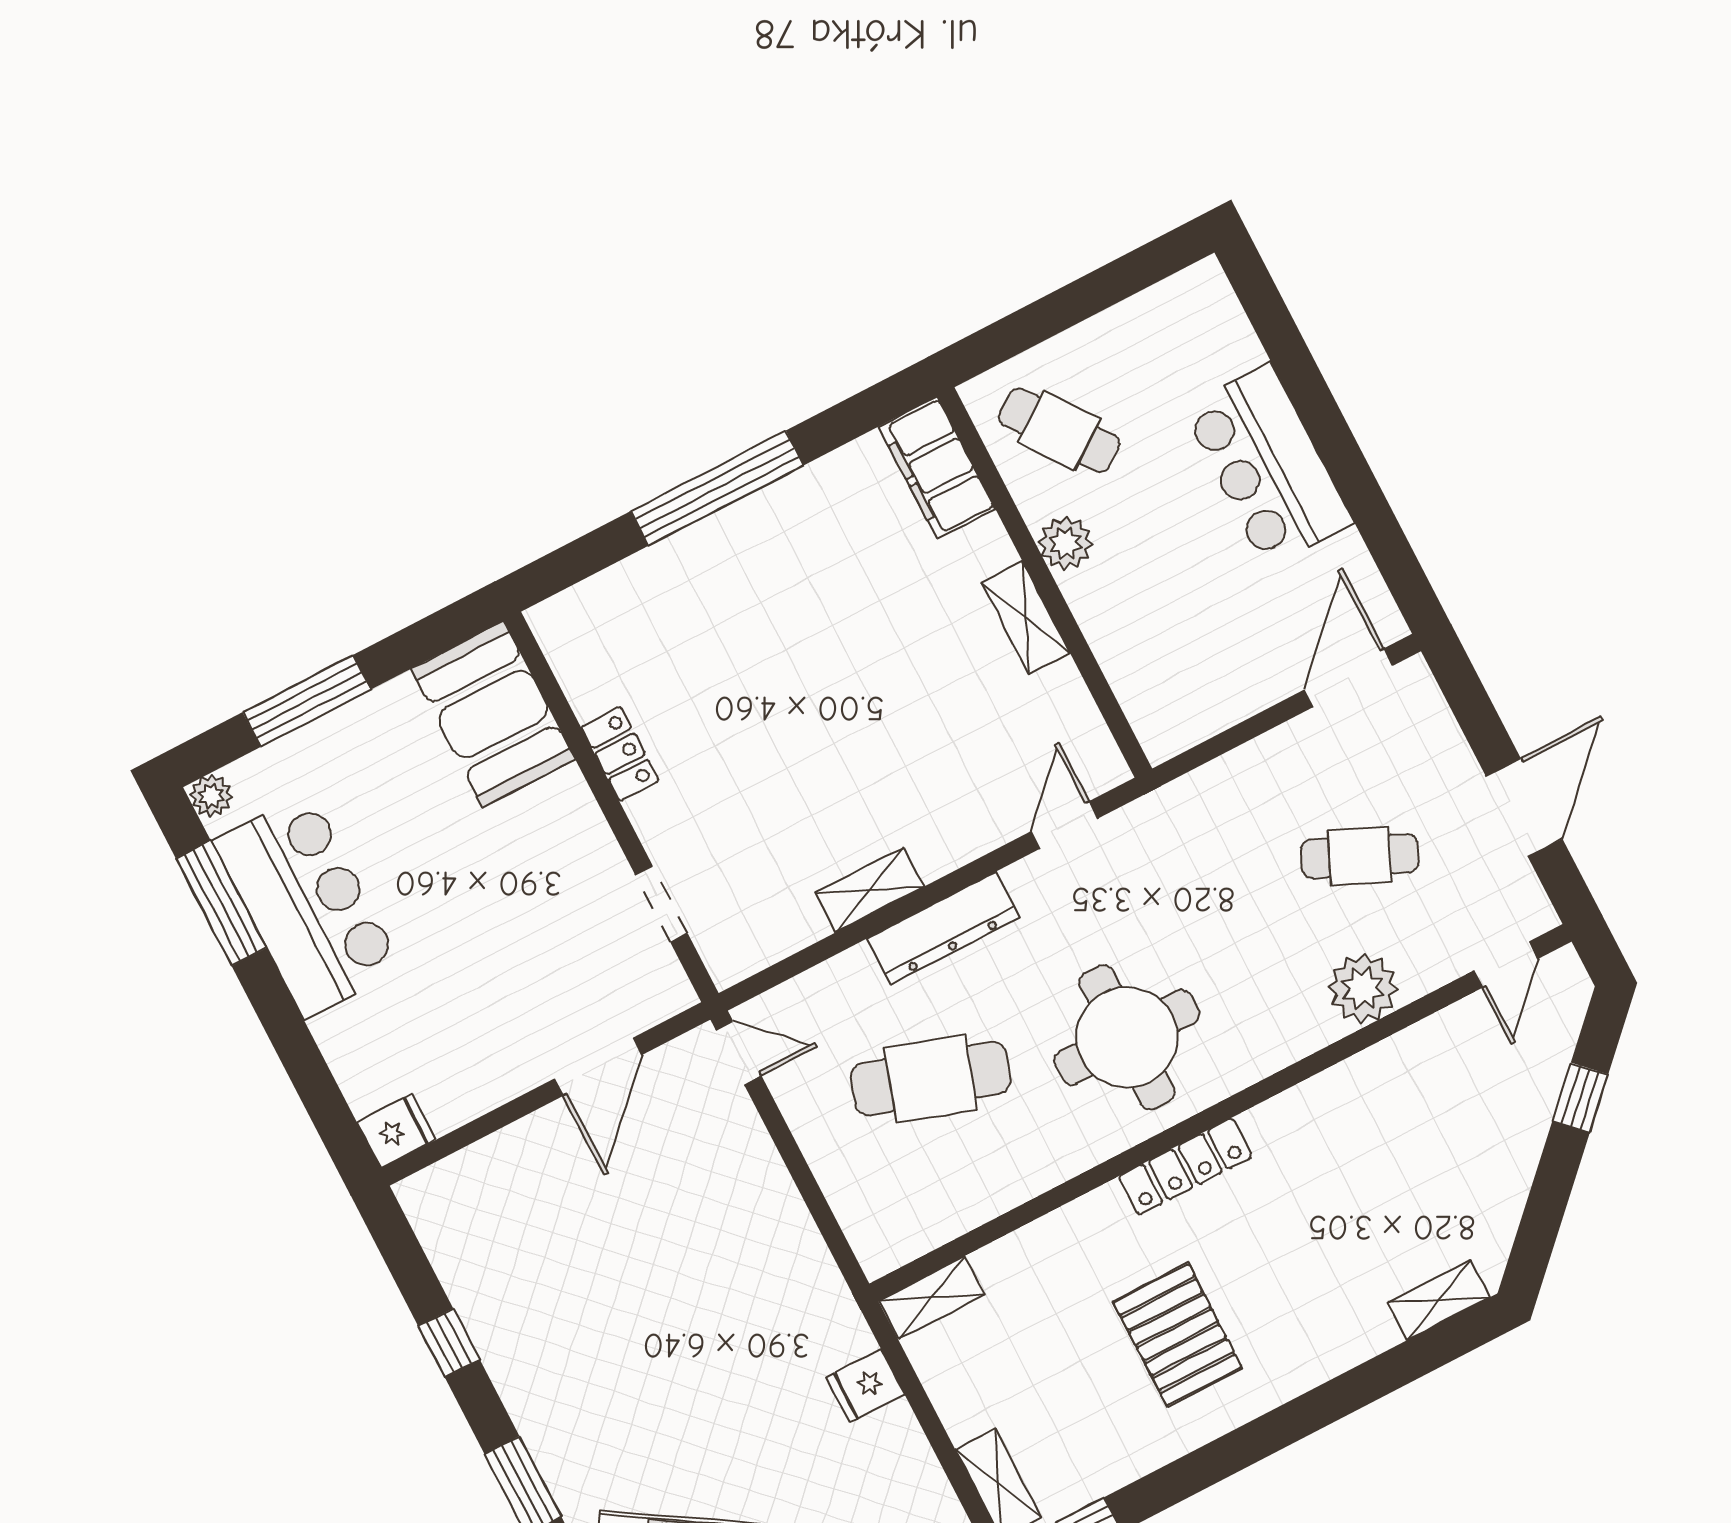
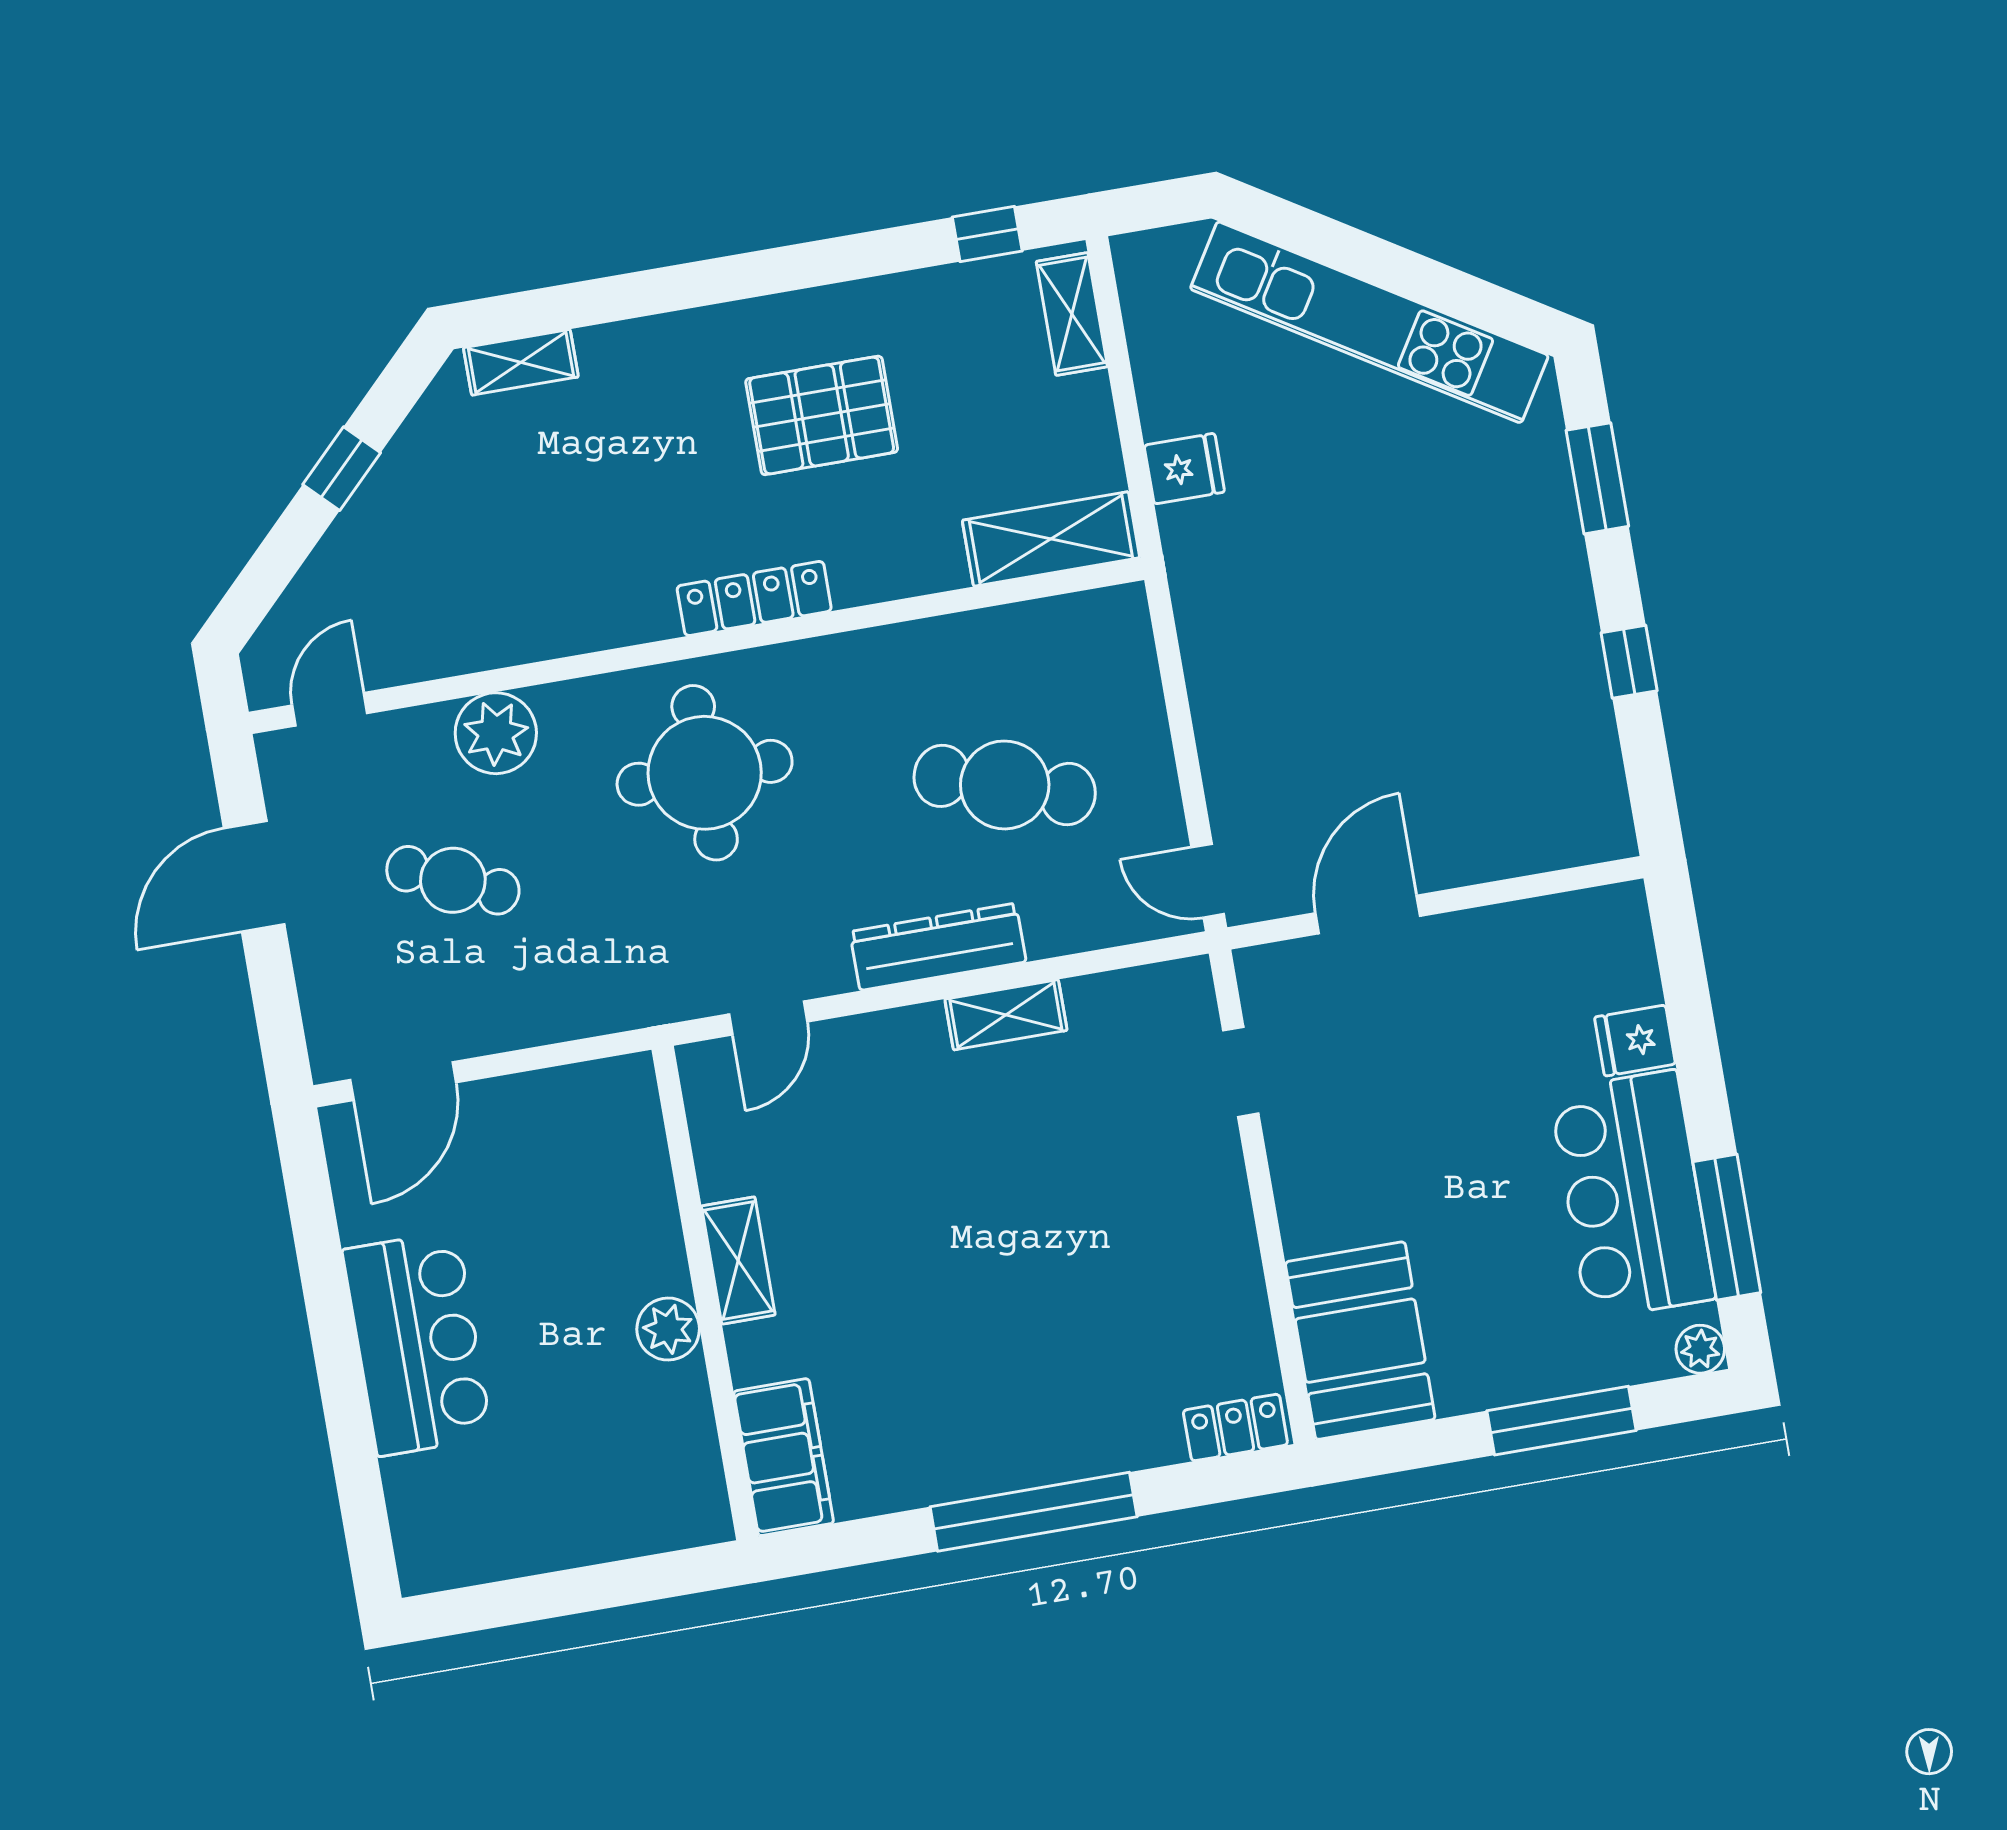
cafe table: (1059, 430) -> (636, 1456), removed
locker: (620, 754) -> (1235, 1428), moved, turned 90
round table: (1127, 1037) -> (705, 773), moved
window: (1580, 1098) -> (342, 469), moved
fridge: (396, 1131) -> (1635, 1041), moved
shelving: (932, 1298) -> (1051, 539), width x1.50, depth x1.33
pallet: (1178, 1335) -> (822, 415), turned 90

